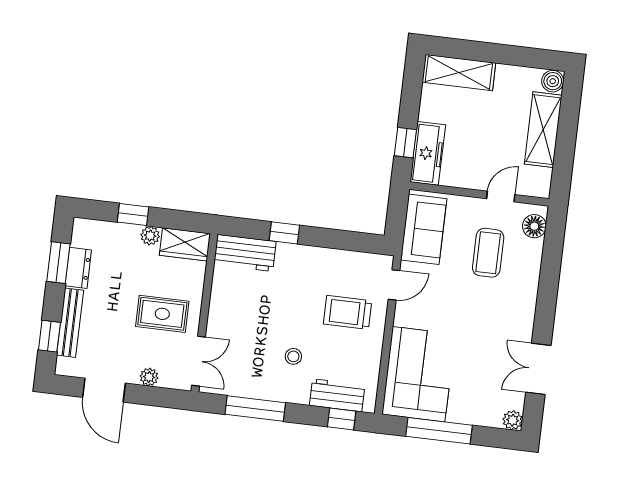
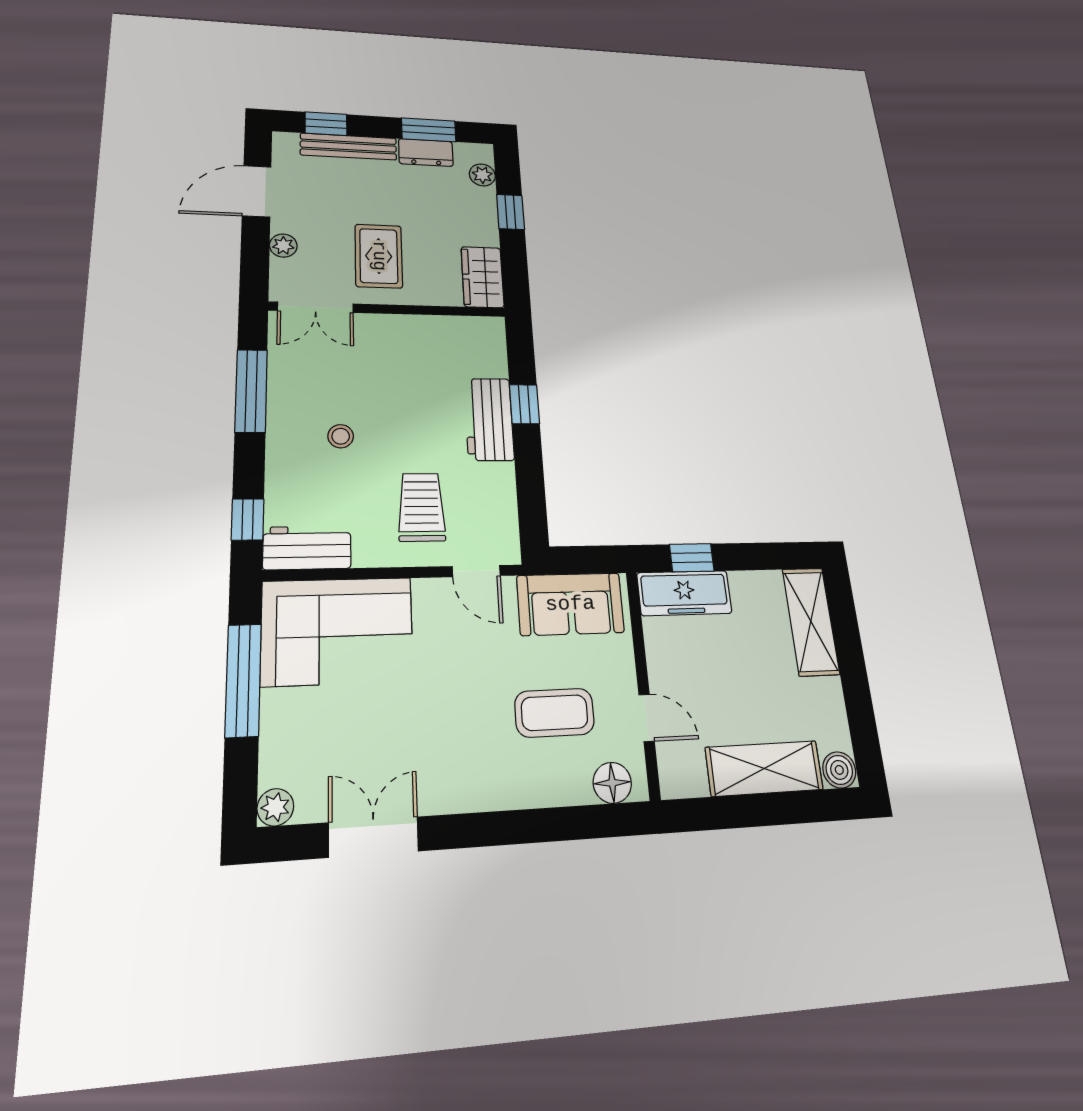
plant: (150, 236) -> (482, 175), moved
workbench: (245, 253) -> (489, 419), moved
workbench: (337, 395) -> (307, 548), moved, turned -90

